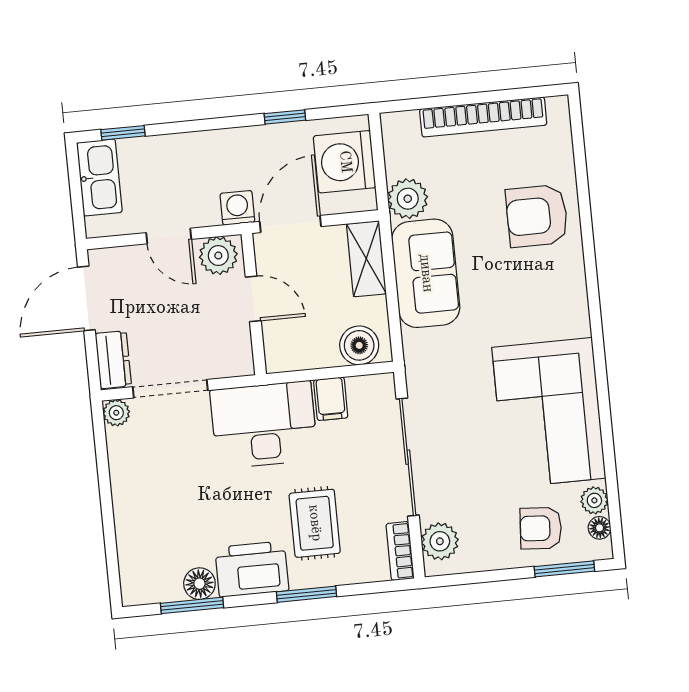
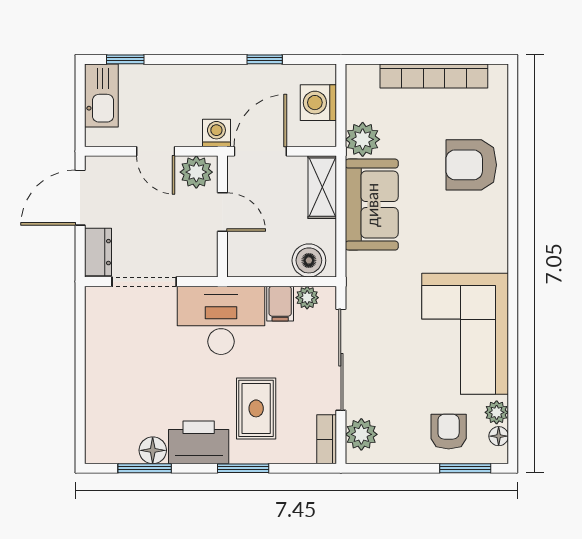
washing machine: (345, 162) -> (318, 103), width x0.73, depth x0.73
plant: (116, 413) -> (307, 298), moved
armchair: (541, 528) -> (449, 432), turned 86

